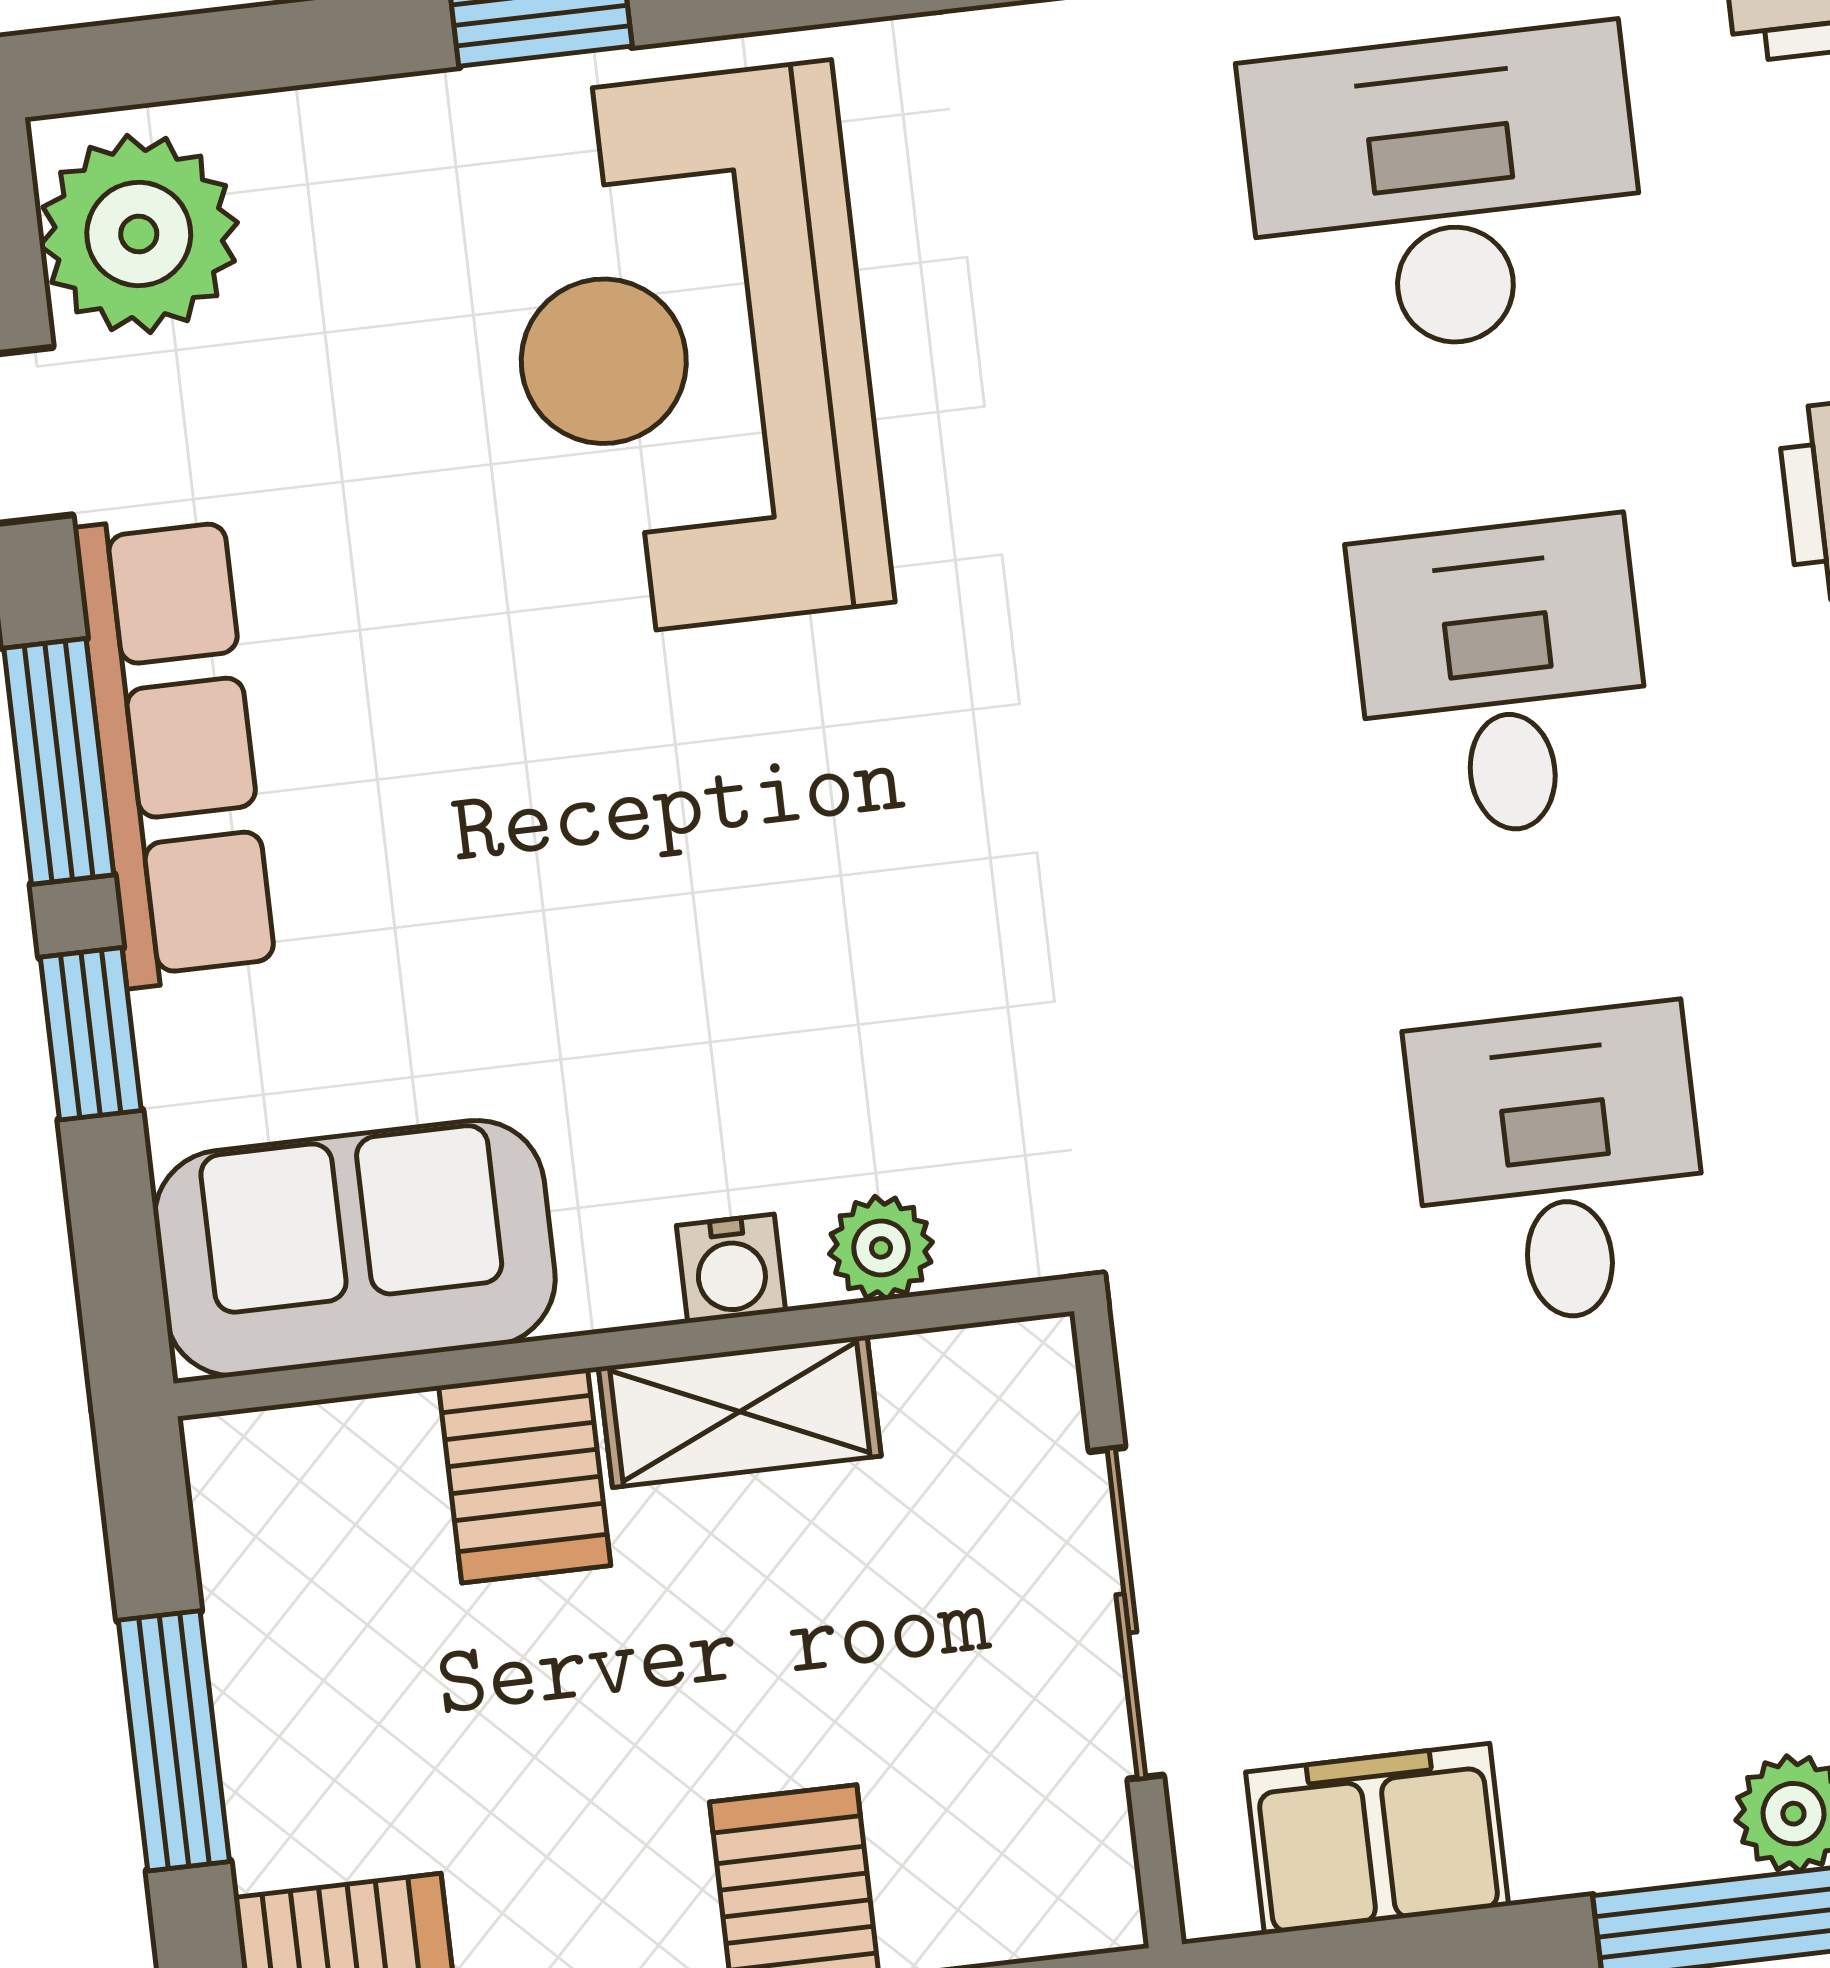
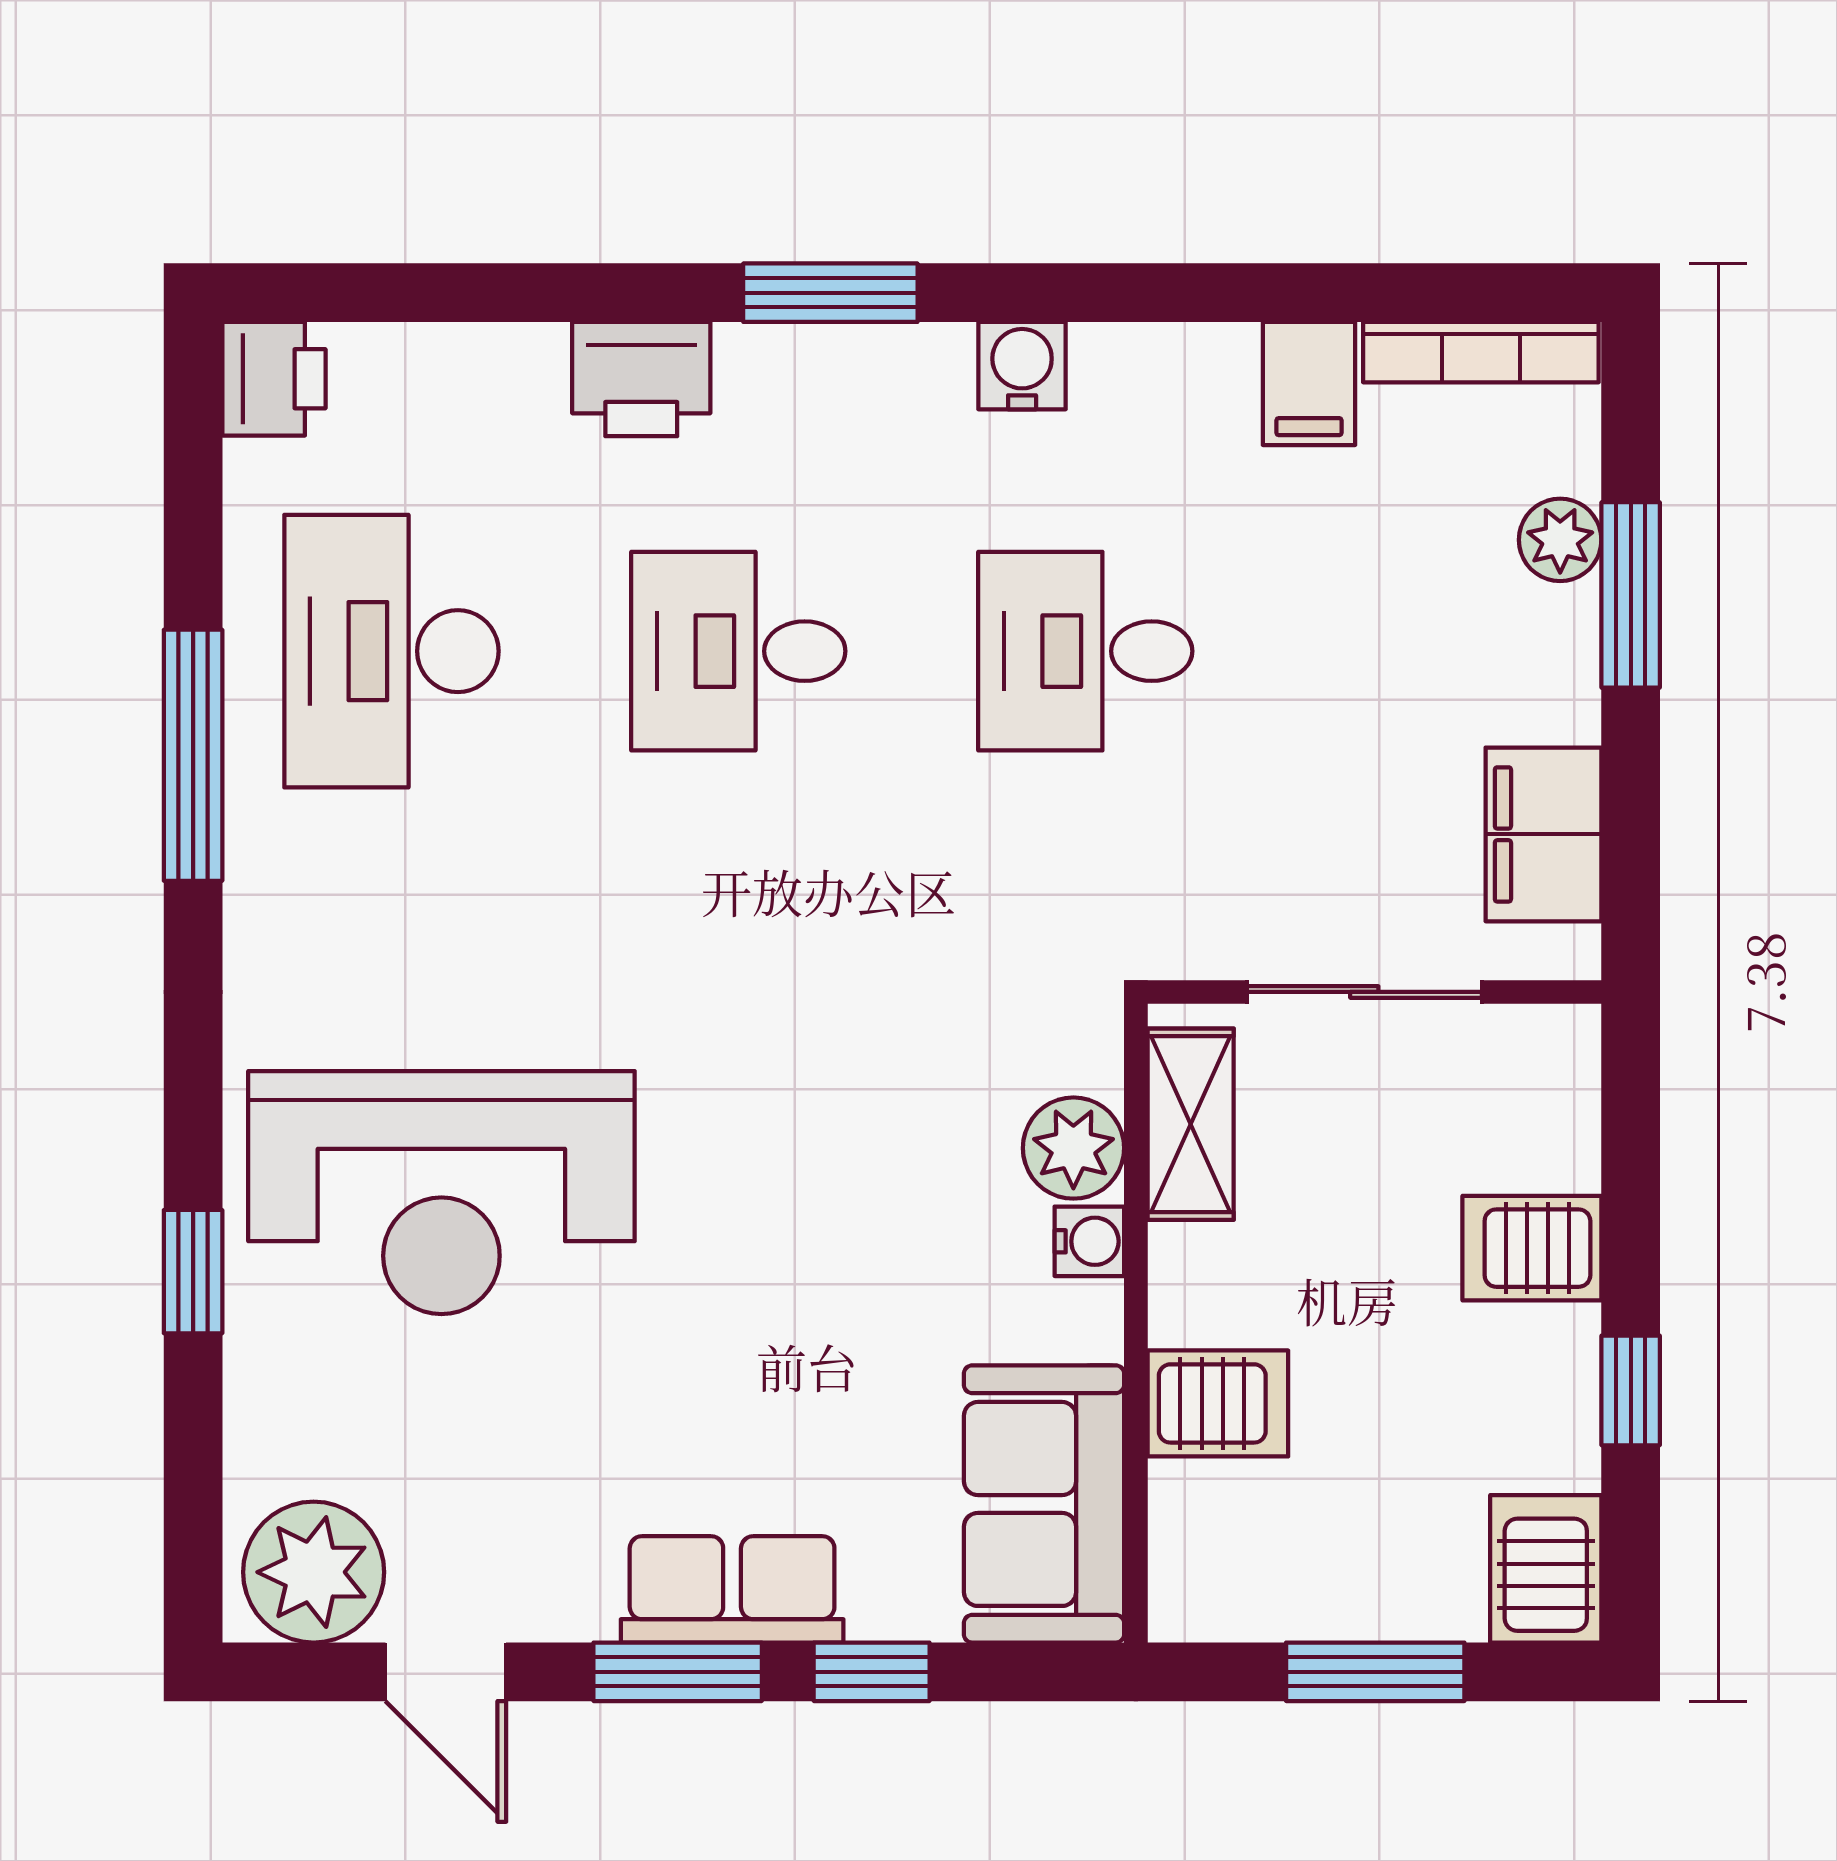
row of seats: (175, 750) -> (732, 1589), width x0.68
plant: (881, 1248) -> (1073, 1148), width x1.38, depth x1.38
shelving: (740, 1412) -> (1191, 1124), moved

